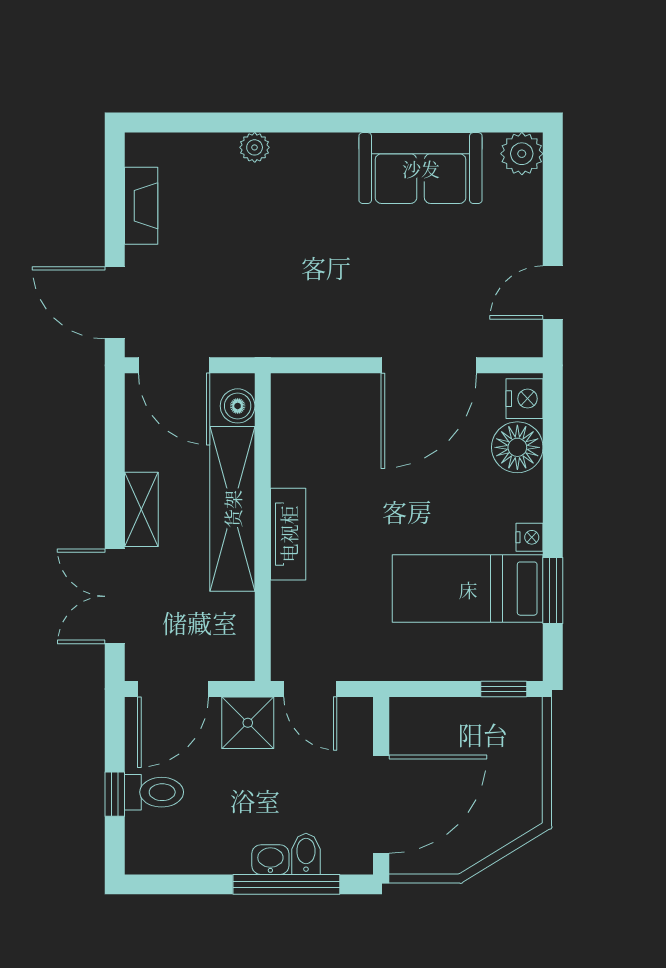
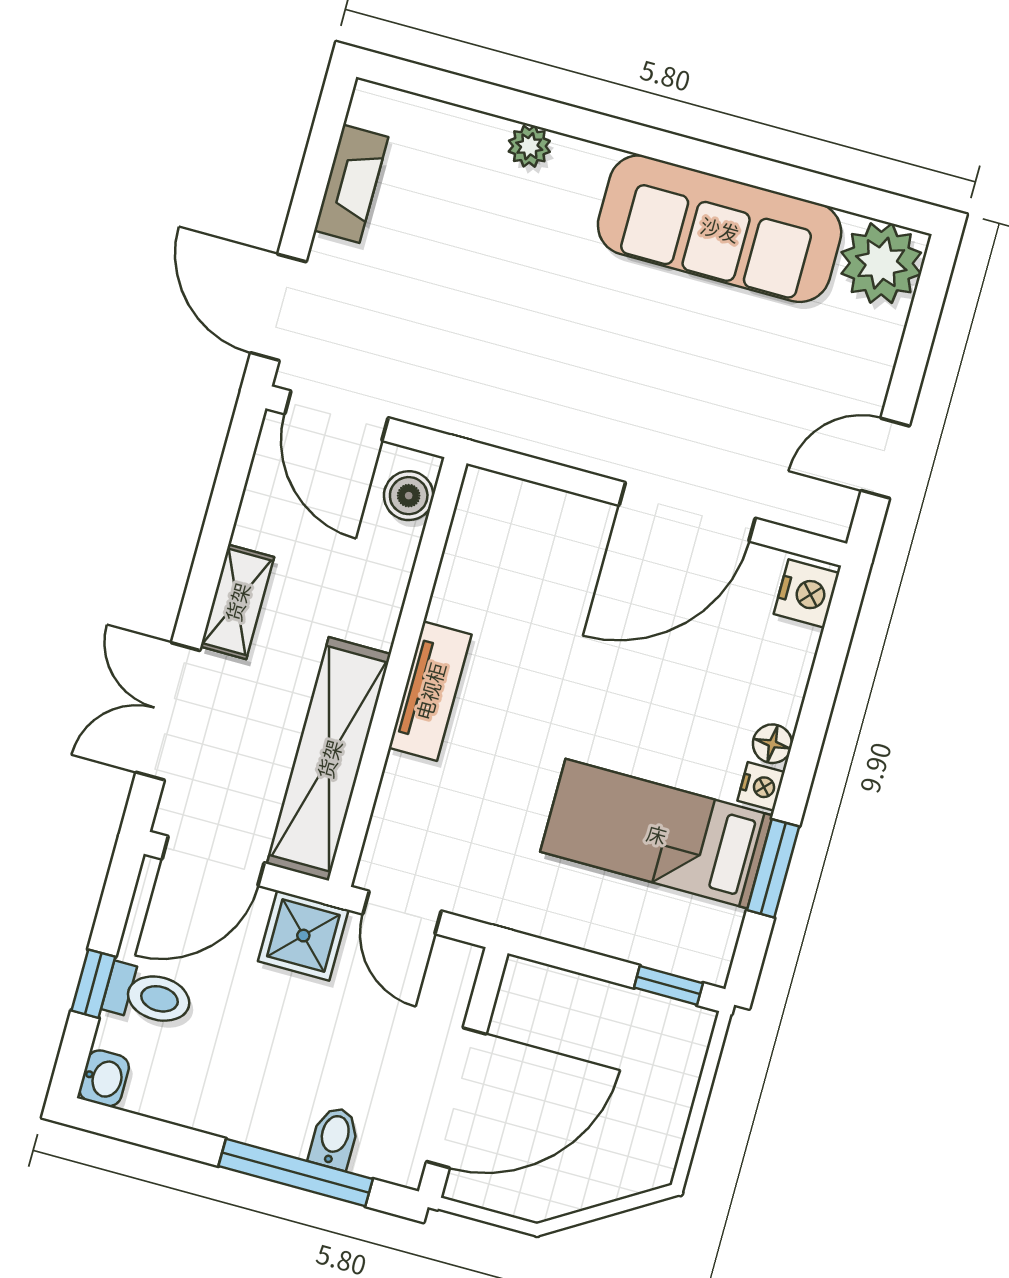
plant: (522, 154) -> (881, 263), width x1.36, depth x1.36
sofa: (421, 168) -> (720, 229), width x1.36
floor lamp: (517, 447) -> (772, 744), moved, width x0.53, depth x0.53
shelving: (232, 509) -> (329, 759), moved
washbasin: (270, 860) -> (104, 1078), moved, turned 90

